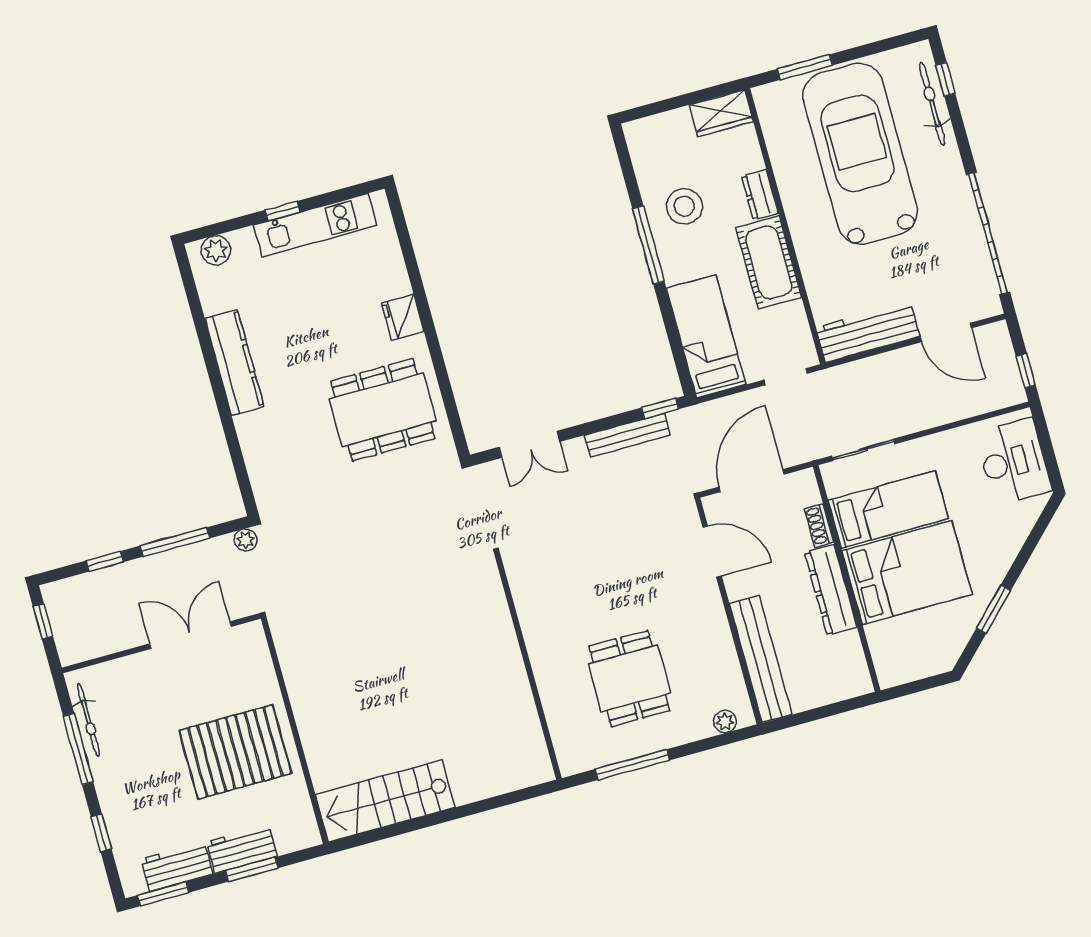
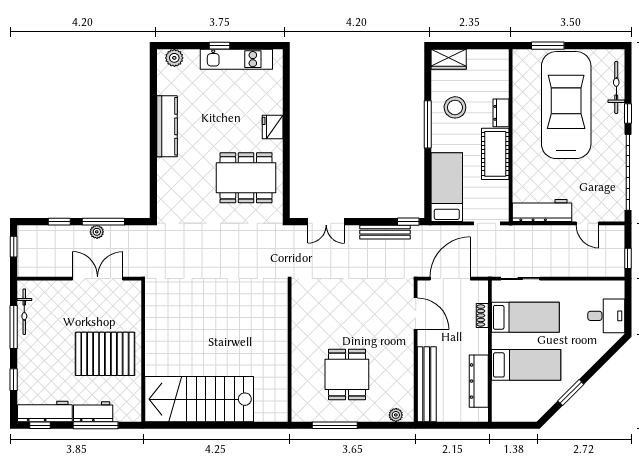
window: (945, 79) -> (628, 113), moved
wardrobe: (721, 113) -> (449, 59), moved
door: (946, 333) -> (587, 223), width x0.73
desk: (1014, 462) -> (606, 316), width x0.73
plant: (246, 540) -> (97, 232), moved
bed: (907, 572) -> (526, 365), width x0.67
dresser: (831, 590) -> (479, 381), moved
stairs: (385, 801) -> (199, 399), width x1.36, depth x1.51
workbench: (177, 867) -> (45, 411), width x1.38
window: (252, 869) -> (96, 425), width x1.44
window: (163, 894) -> (40, 425), width x0.67

